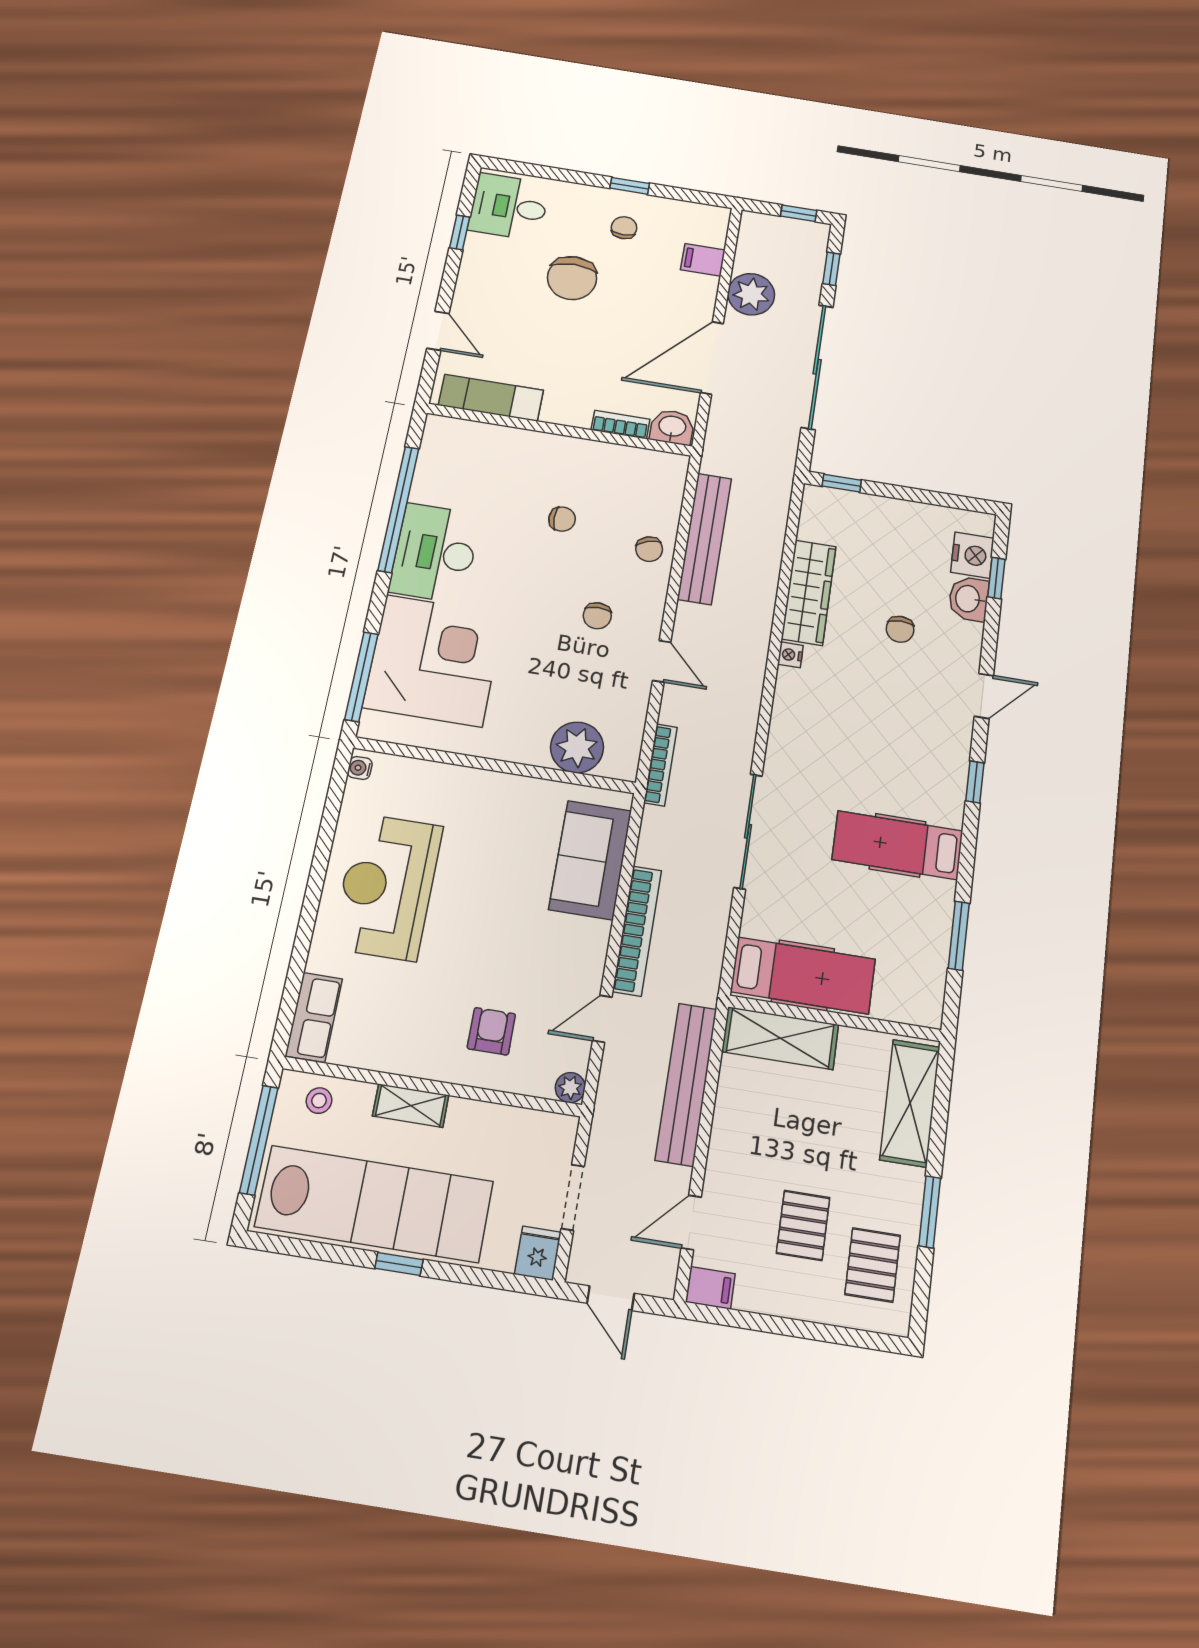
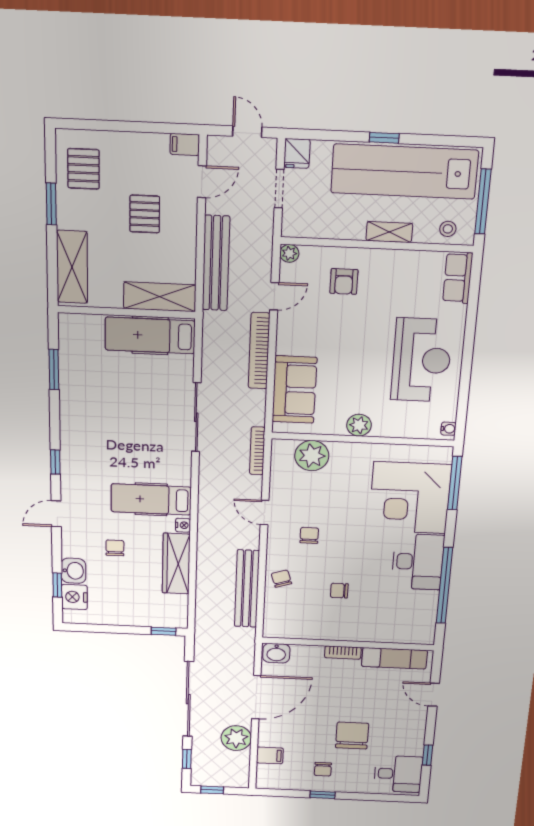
bookcase: (620, 425) -> (343, 653), moved
plant: (498, 790) -> (359, 425), added
hospital bed: (898, 845) -> (151, 499), moved, turned 180
pallet: (803, 1225) -> (145, 214), moved

